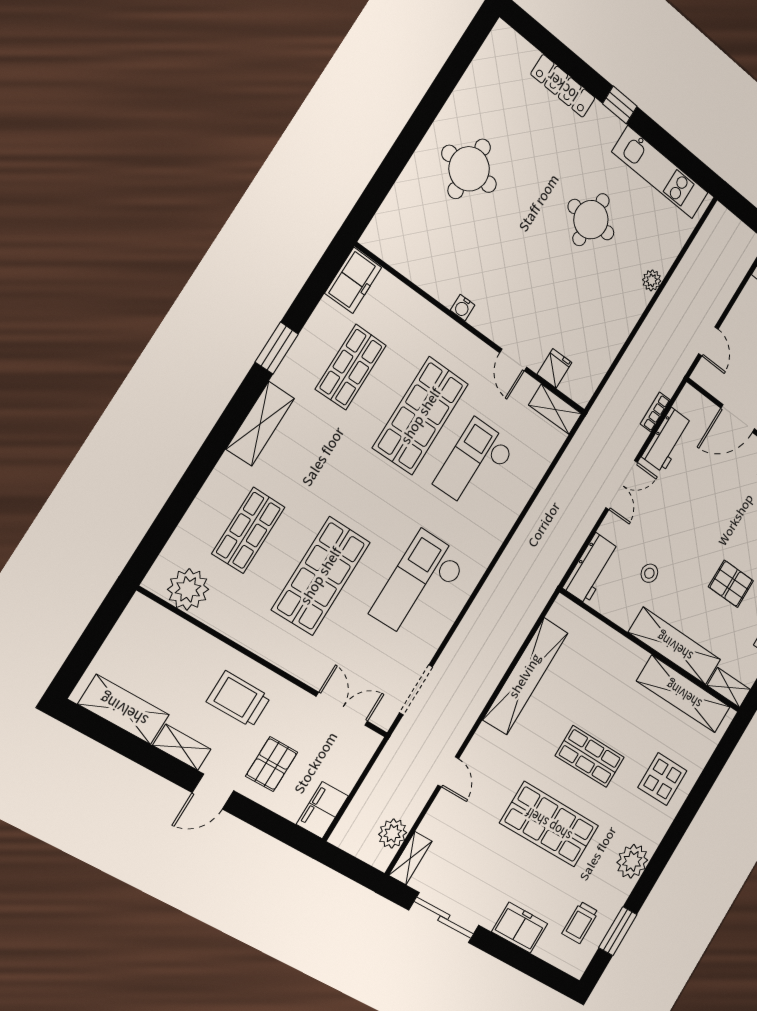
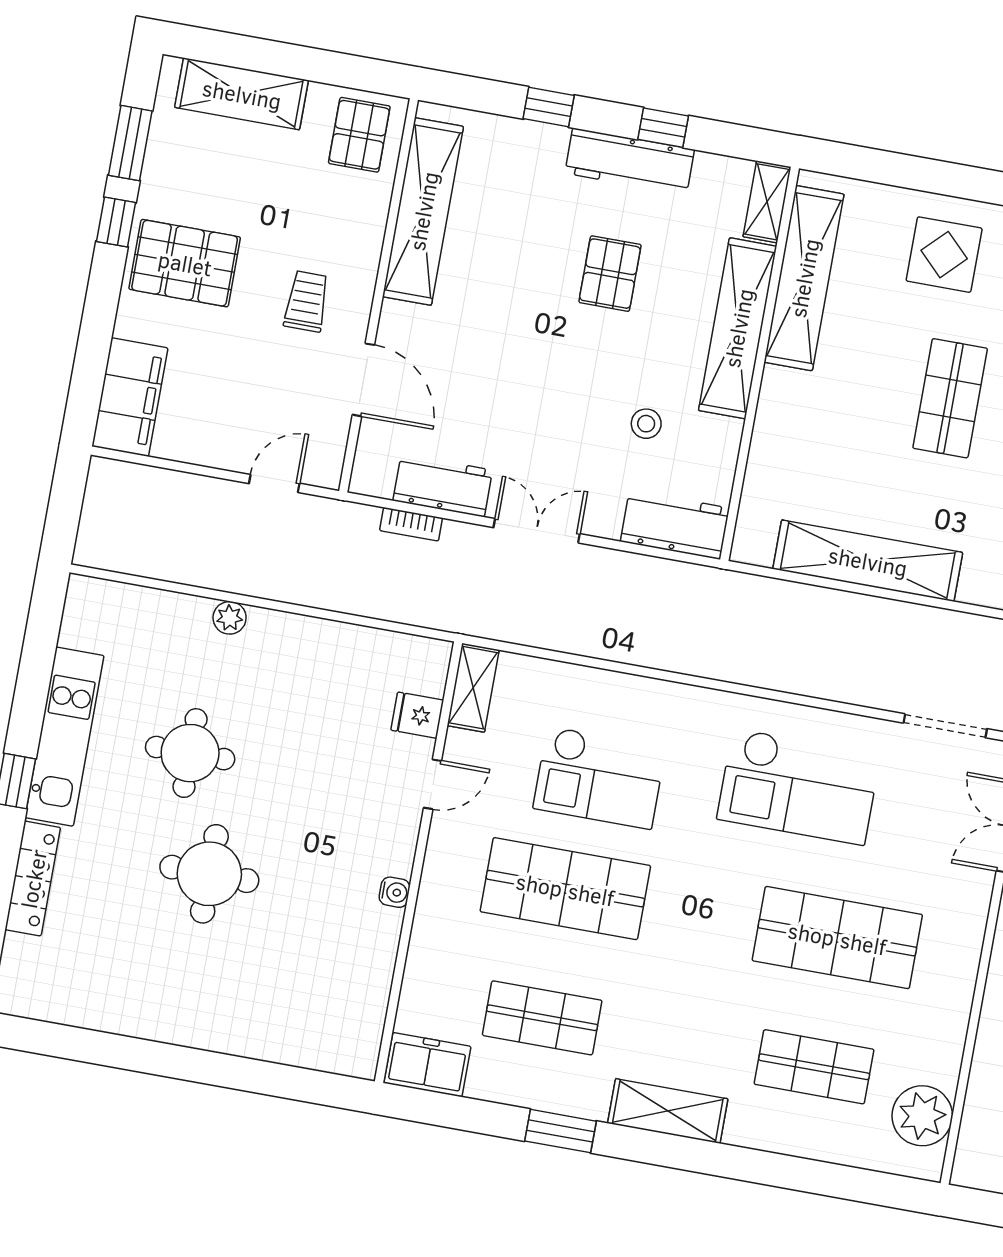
round table: (469, 169) -> (209, 874), moved
kitchen unit: (660, 172) -> (65, 737), moved

